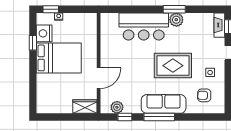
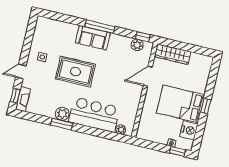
plant: (113, 18) -> (121, 130), added
window: (33, 43) -> (206, 106), moved
armchair: (204, 95) -> (53, 37), removed
sofa: (164, 104) -> (93, 38), width x0.73
wardrobe: (85, 106) -> (173, 54), width x1.50
window: (125, 117) -> (143, 37), moved

